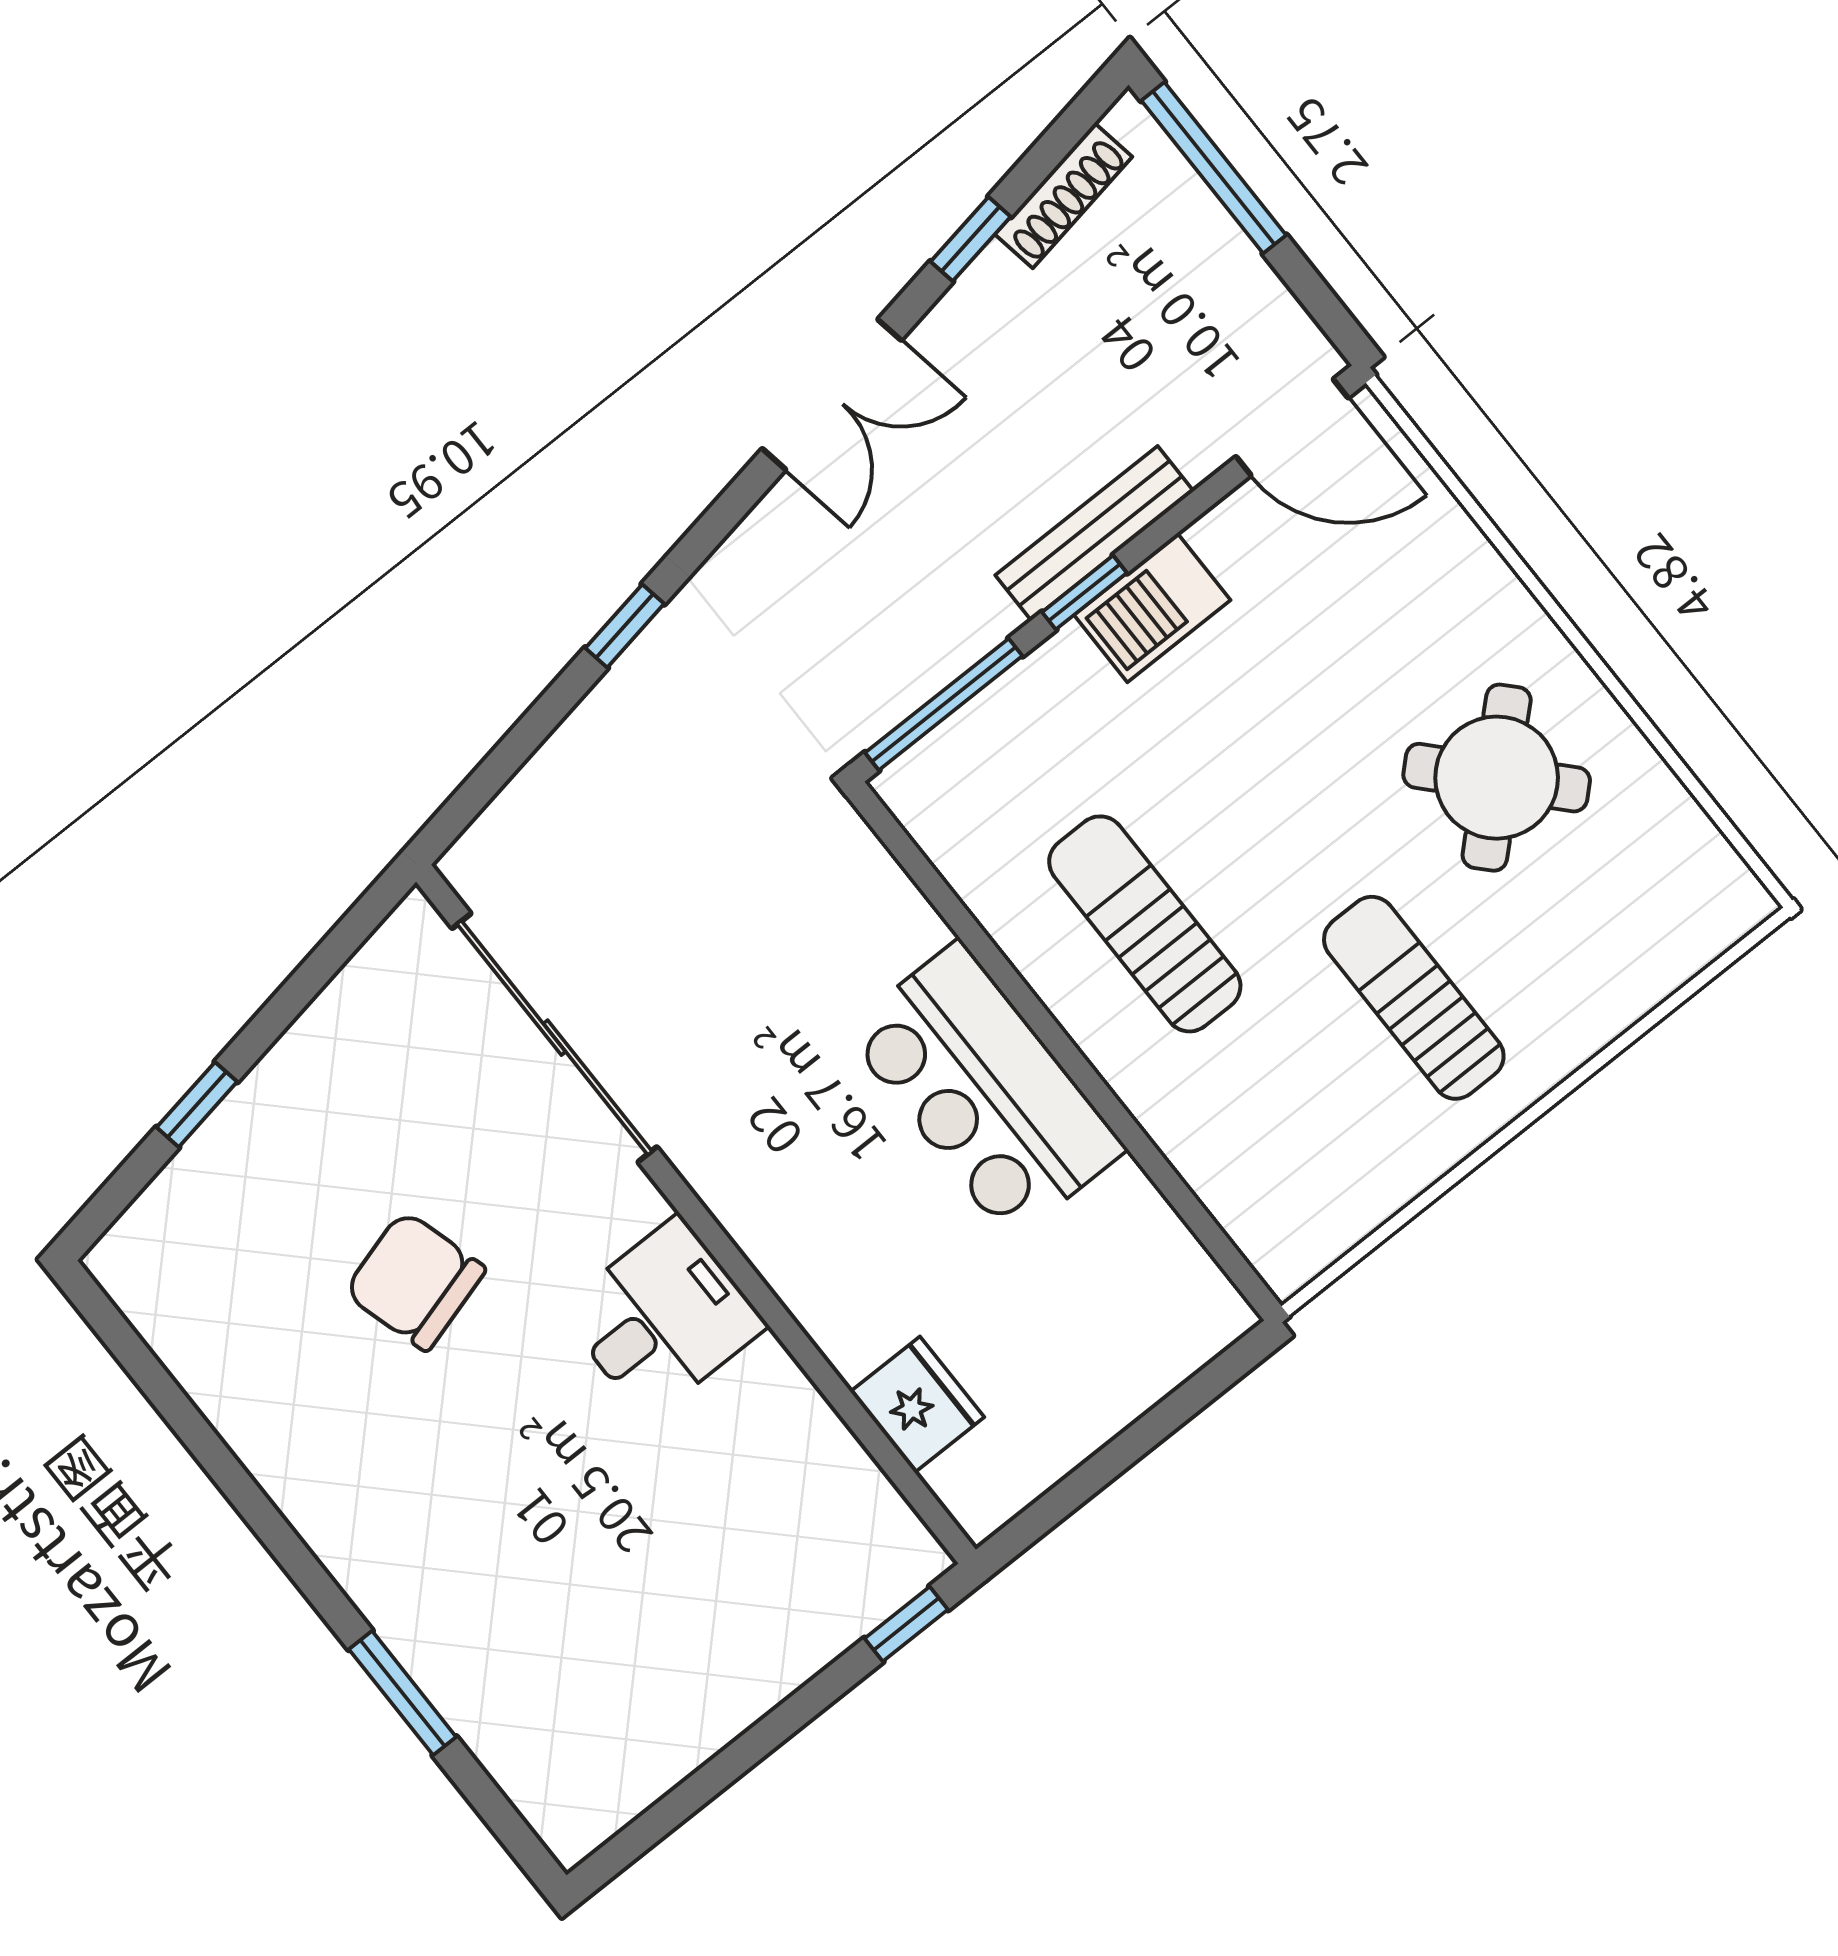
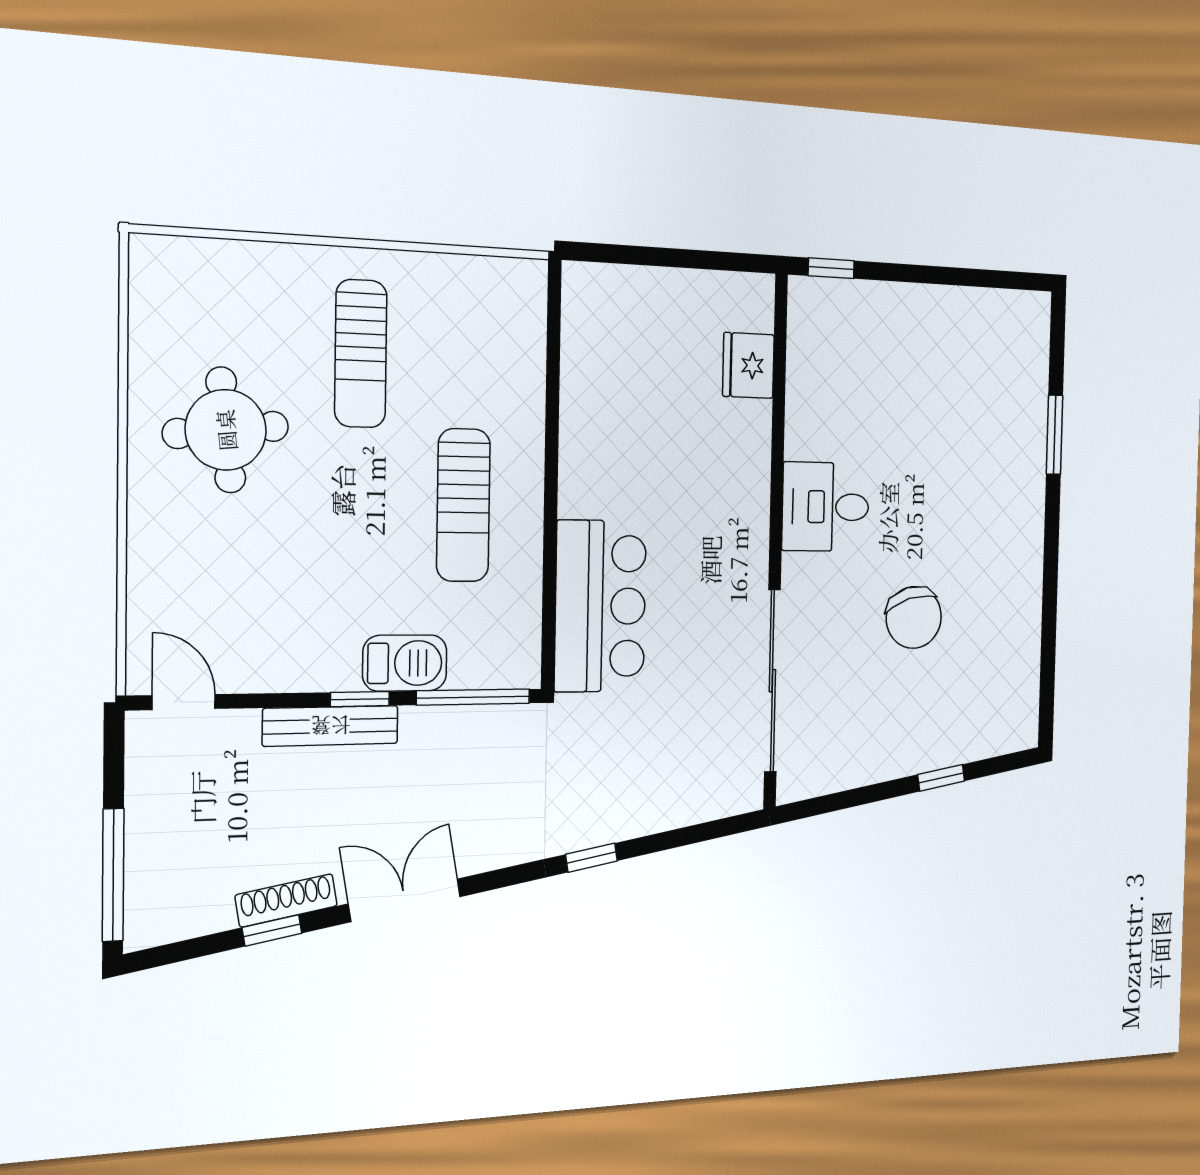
shoe rack: (1063, 196) -> (286, 900), moved
door: (1292, 427) -> (184, 702), width x0.73
barbecue: (1152, 608) -> (405, 663), moved
round table: (1497, 778) -> (226, 430), turned 37
bar counter: (985, 1090) -> (600, 606), moved

